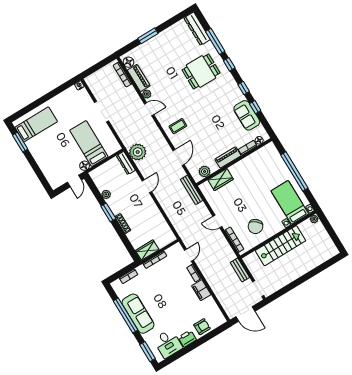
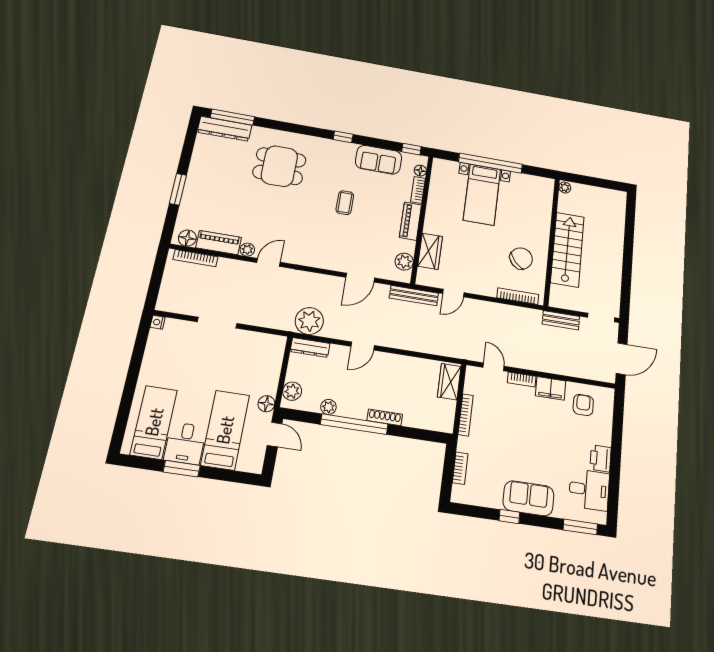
window: (215, 41) -> (232, 117), moved
window: (229, 64) -> (300, 129), removed
dining table: (201, 71) -> (279, 166), turned 90
window: (255, 107) -> (411, 149), moved
coffee table: (178, 126) -> (345, 203), moved
window: (20, 142) -> (182, 469), moved
bed: (89, 144) -> (225, 430), moved, turned 90
desk: (39, 146) -> (185, 443), added
door: (179, 158) -> (360, 278), swing flipped
plant: (99, 172) -> (292, 391), added
door: (147, 186) -> (363, 346), swing flipped
bed with nightstands: (290, 202) -> (482, 194), moved, turned -90
window: (108, 212) -> (354, 424), width x2.11
door: (217, 221) -> (453, 293), moved
chair: (255, 226) -> (521, 258), turned -82
wardrobe: (147, 250) -> (449, 382), moved
sofa: (138, 314) -> (528, 498), width x0.73
window: (125, 315) -> (509, 517), width x0.32
armchair: (202, 327) -> (583, 405), moved

